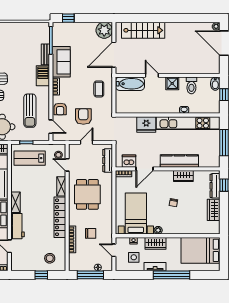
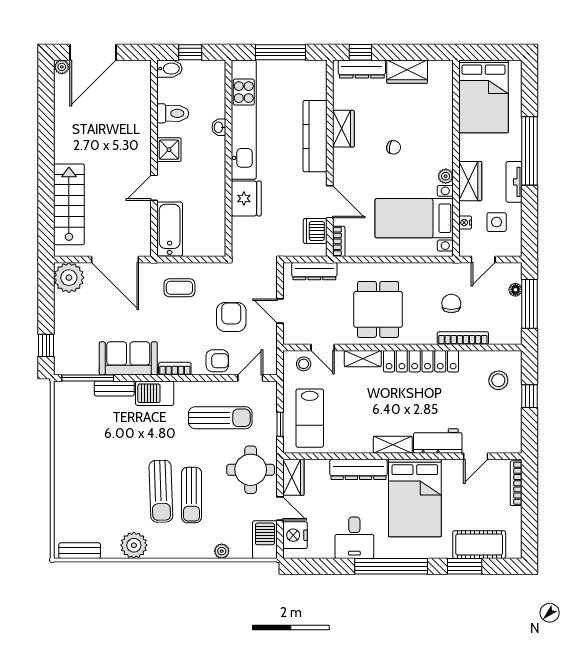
armchair: (83, 116) -> (231, 317), turned 90
door: (67, 165) -> (323, 347), hinge flipped
dining table: (87, 194) -> (378, 309), turned 90

